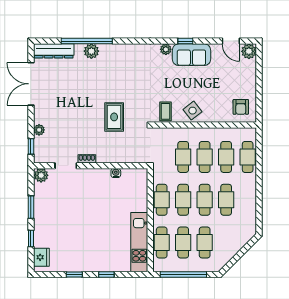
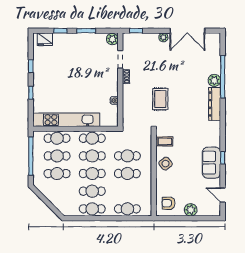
door: (231, 41) -> (223, 195), hinge flipped
plant: (166, 49) -> (216, 142), removed
dresser: (54, 51) -> (215, 104), moved
plant: (249, 51) -> (191, 210), moved
double door: (31, 84) -> (187, 31), swing flipped
rug: (114, 117) -> (160, 99), turned 90
plant: (39, 130) -> (163, 37), moved
cafe table: (226, 157) -> (92, 209), moved
kitchen unit: (139, 242) -> (66, 120), width x1.36

